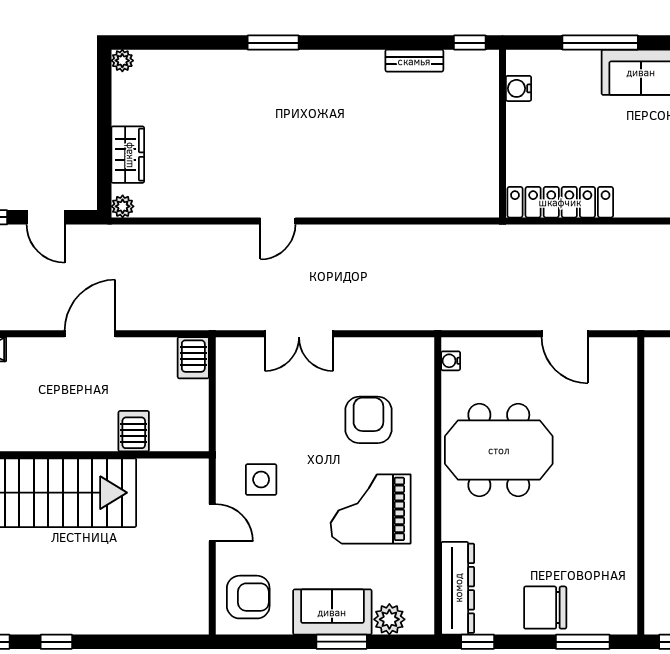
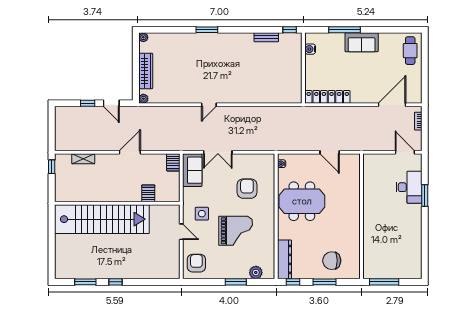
wardrobe: (128, 155) -> (146, 71), width x1.50
grand piano: (371, 509) -> (236, 231), moved, turned 180
armchair: (248, 597) -> (196, 263), turned -90
chair: (545, 608) -> (332, 261), moved
sofa: (332, 612) -> (192, 170), moved, turned 90
window: (583, 642) -> (324, 282), moved

